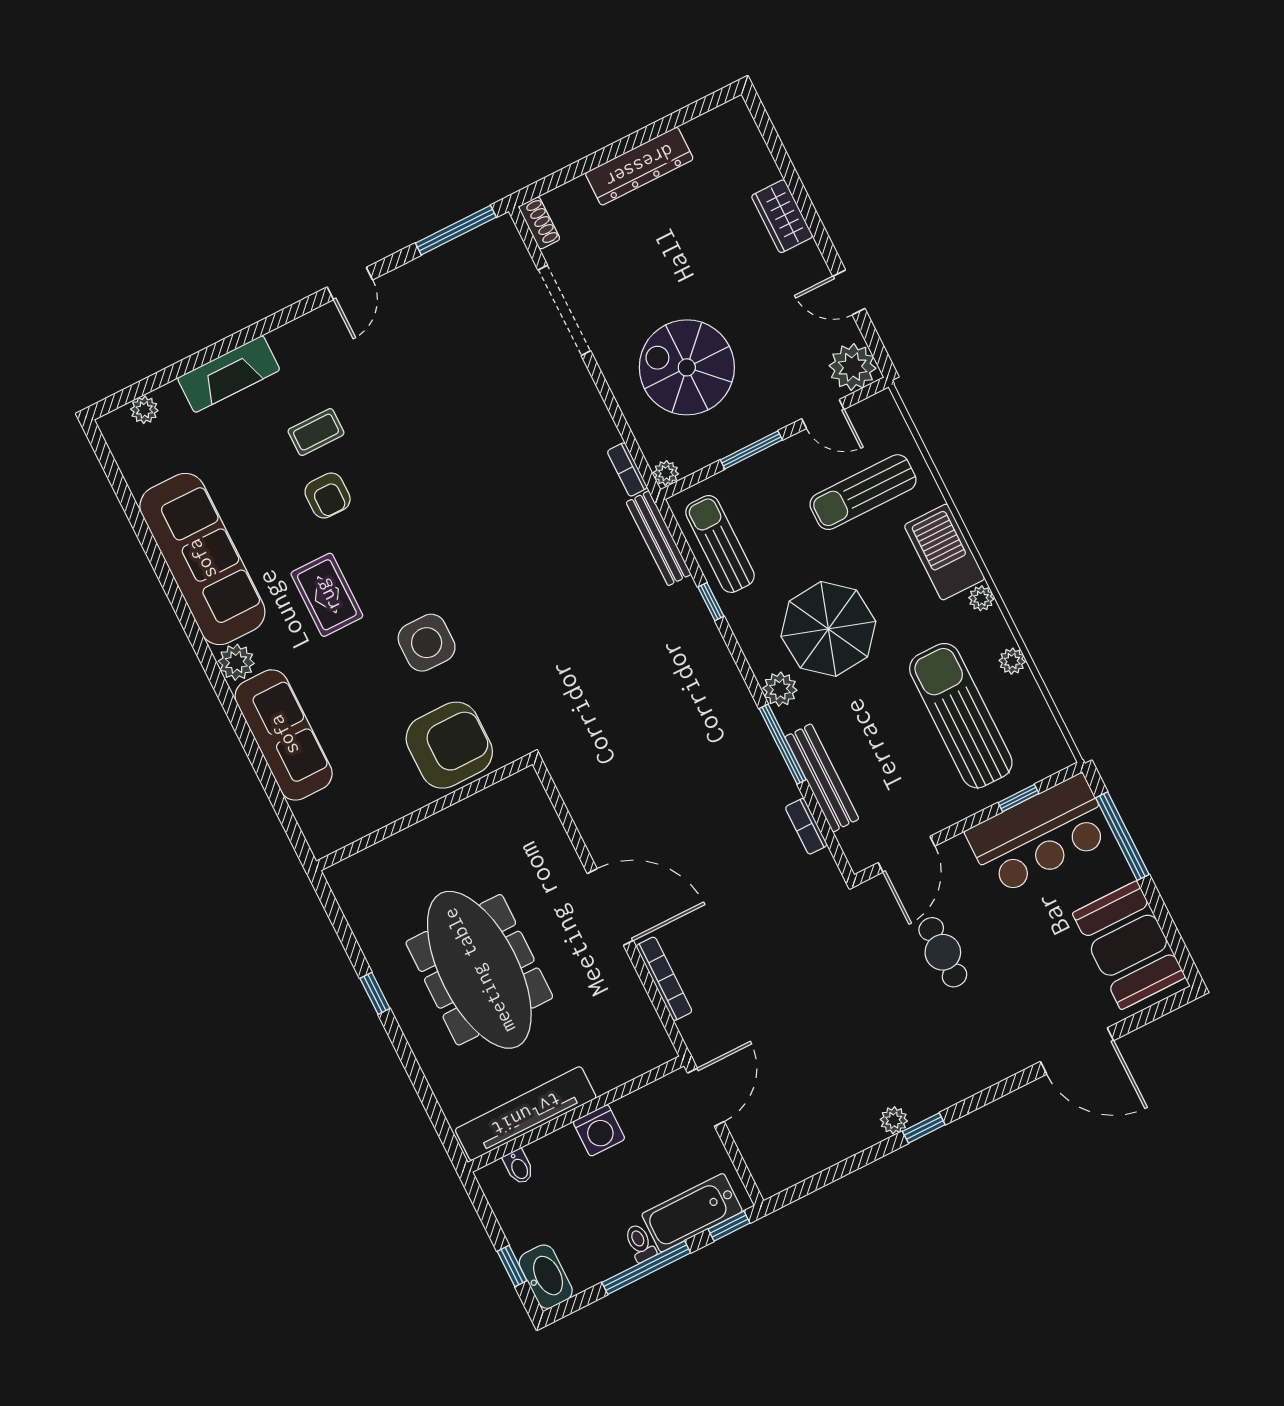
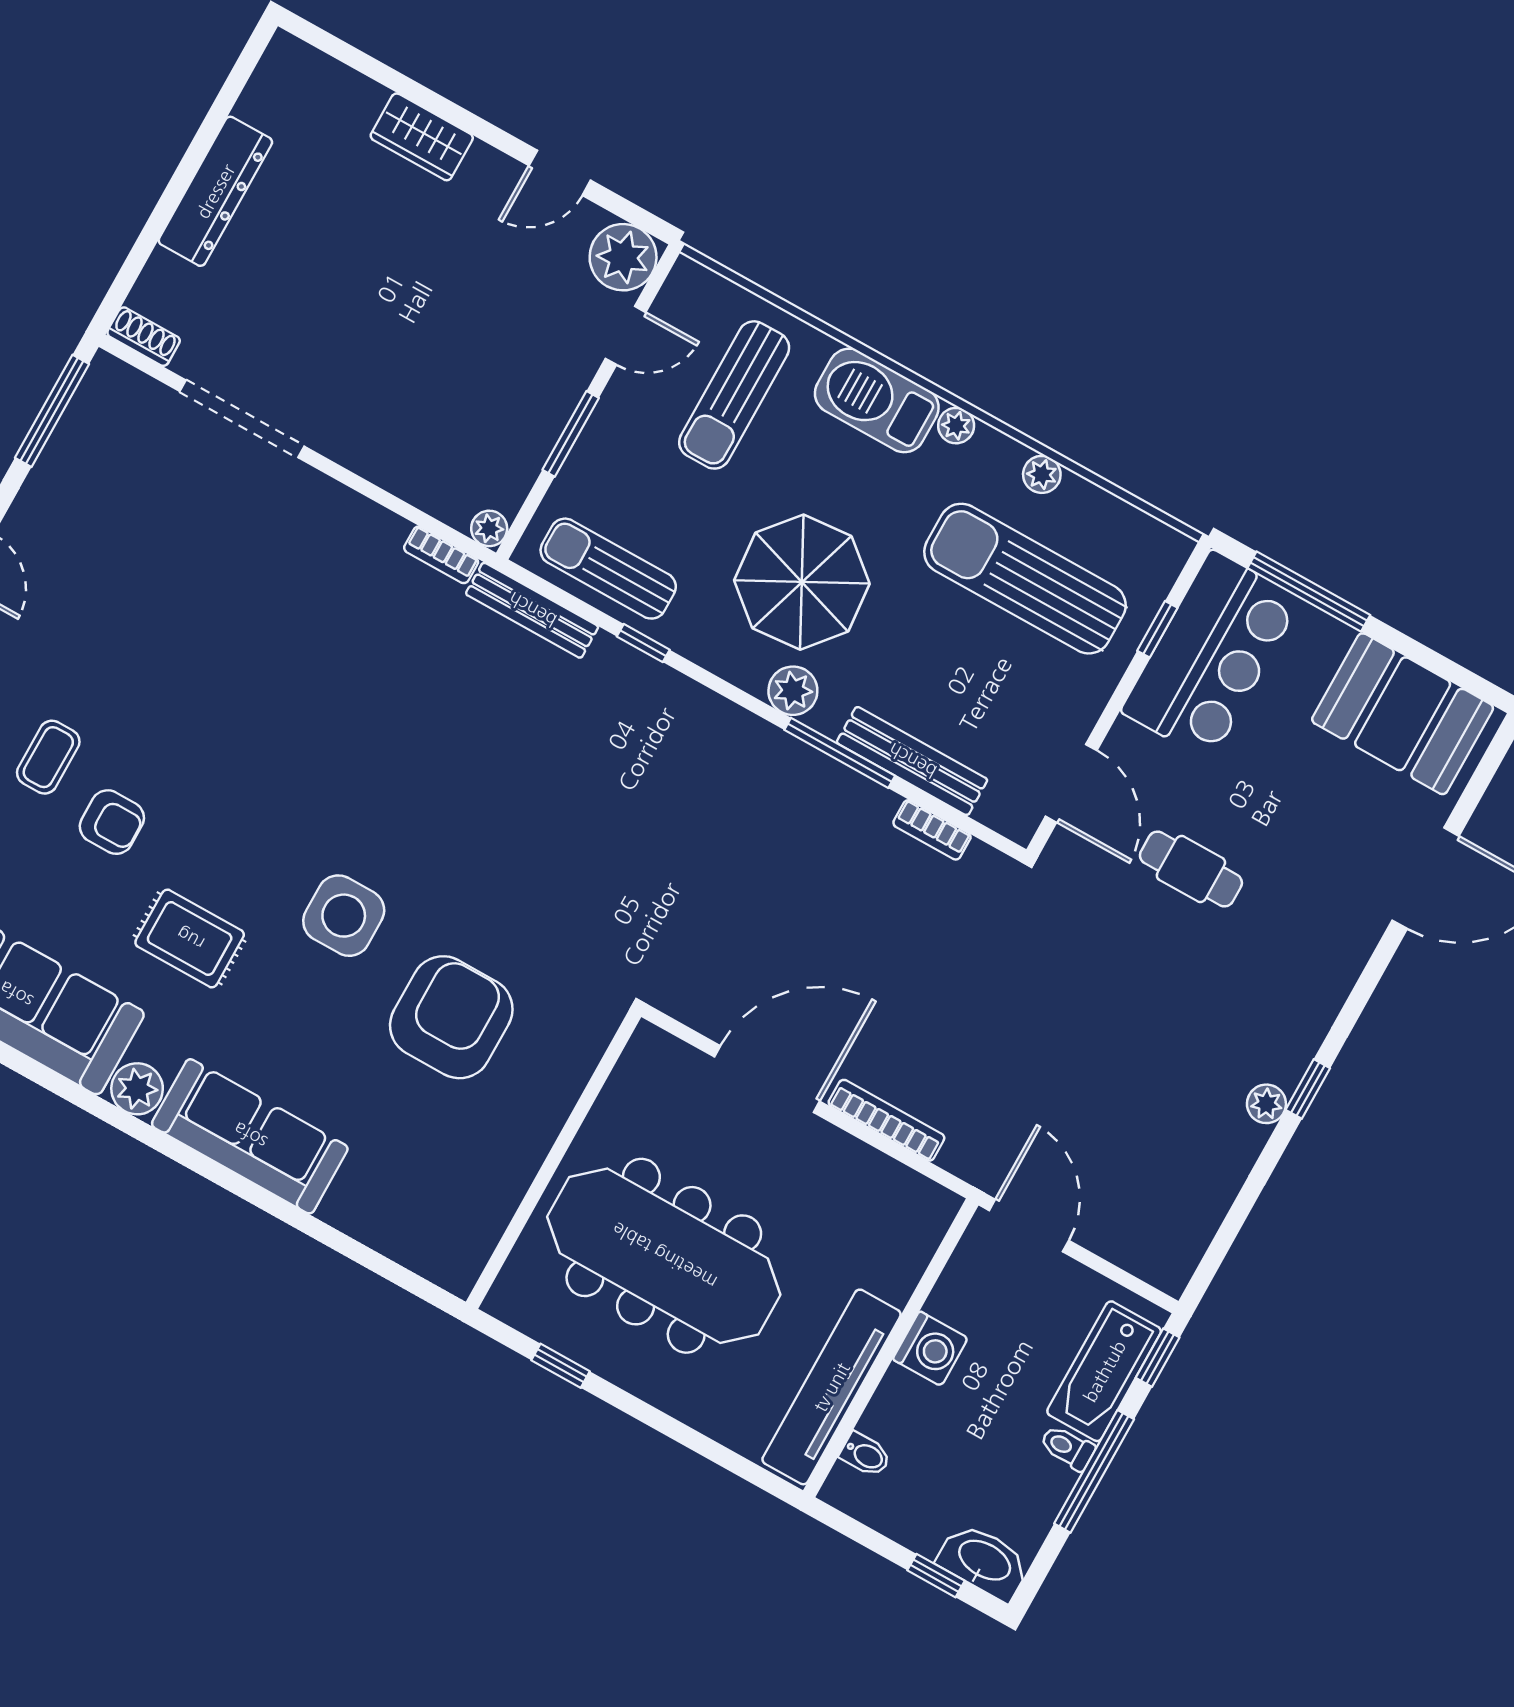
spiral stairs: (687, 367) -> (430, 389), removed
wall: (424, 813) -> (554, 1159), moved

